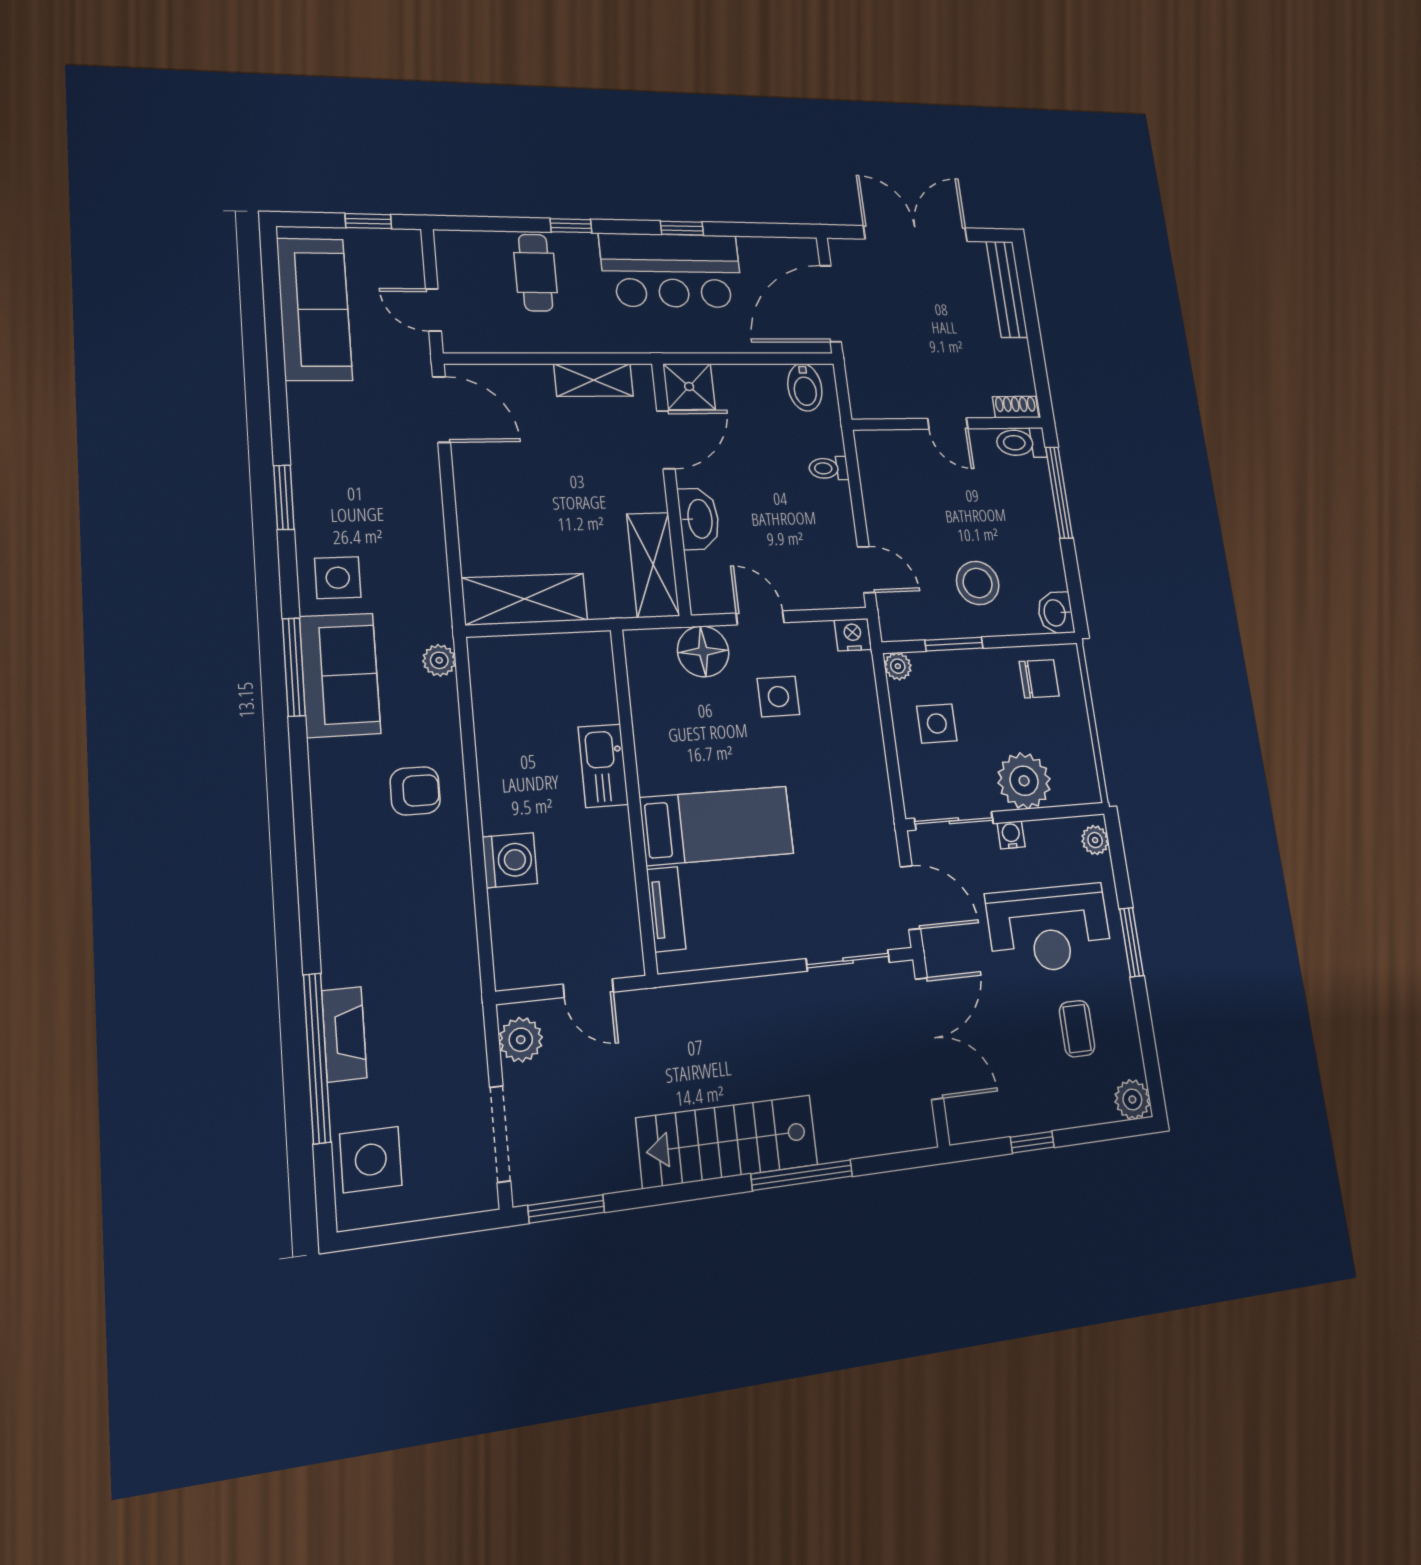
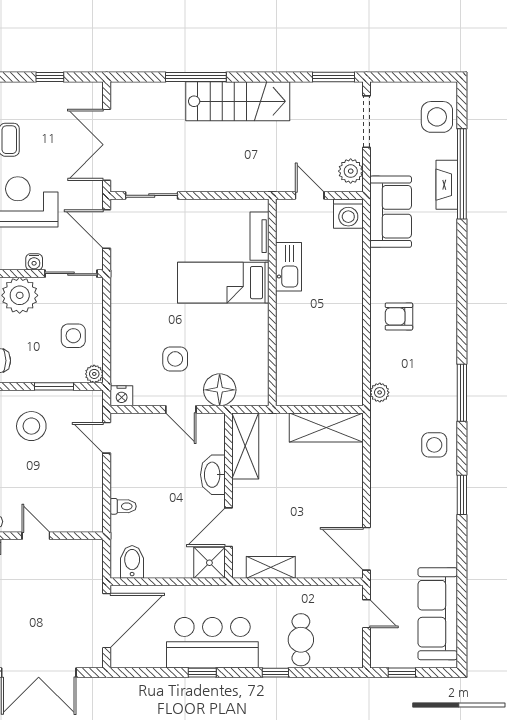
sofa: (340, 675) -> (391, 212), moved, turned 180
kitchen sink: (603, 766) -> (288, 267), moved
washing machine: (510, 860) -> (348, 214), moved, turned -90

